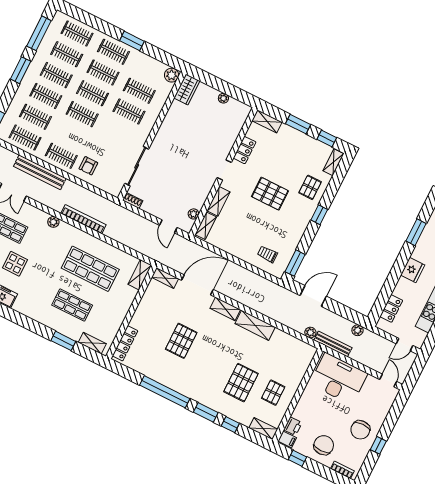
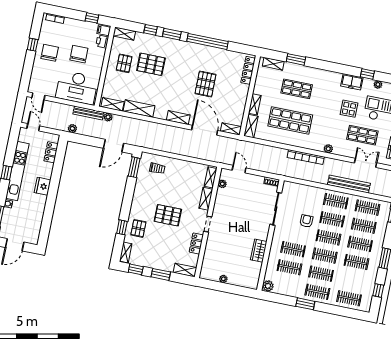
window: (39, 33) -> (378, 290), width x0.46
clothes rail: (67, 54) -> (332, 219), moved
wardrobe: (187, 89) -> (259, 251), moved
armchair: (88, 166) -> (306, 221), moved
window: (319, 215) -> (122, 227), moved
window: (416, 232) -> (48, 216), removed
door: (197, 285) -> (205, 130), swing flipped
shelving: (128, 300) -> (255, 104), added
shelving: (255, 325) -> (139, 109), moved
door: (405, 345) -> (33, 127), hinge flipped
shelving: (301, 347) -> (112, 104), added
pallet: (241, 383) -> (151, 64), turned 90
chair: (324, 445) -> (79, 54), moved, turned 180

